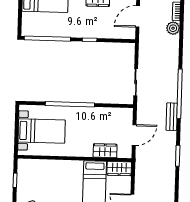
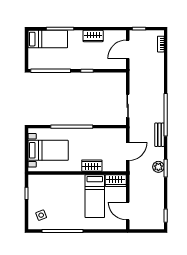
plant: (173, 28) -> (158, 167), moved
wardrobe: (105, 151) -> (92, 166), moved

